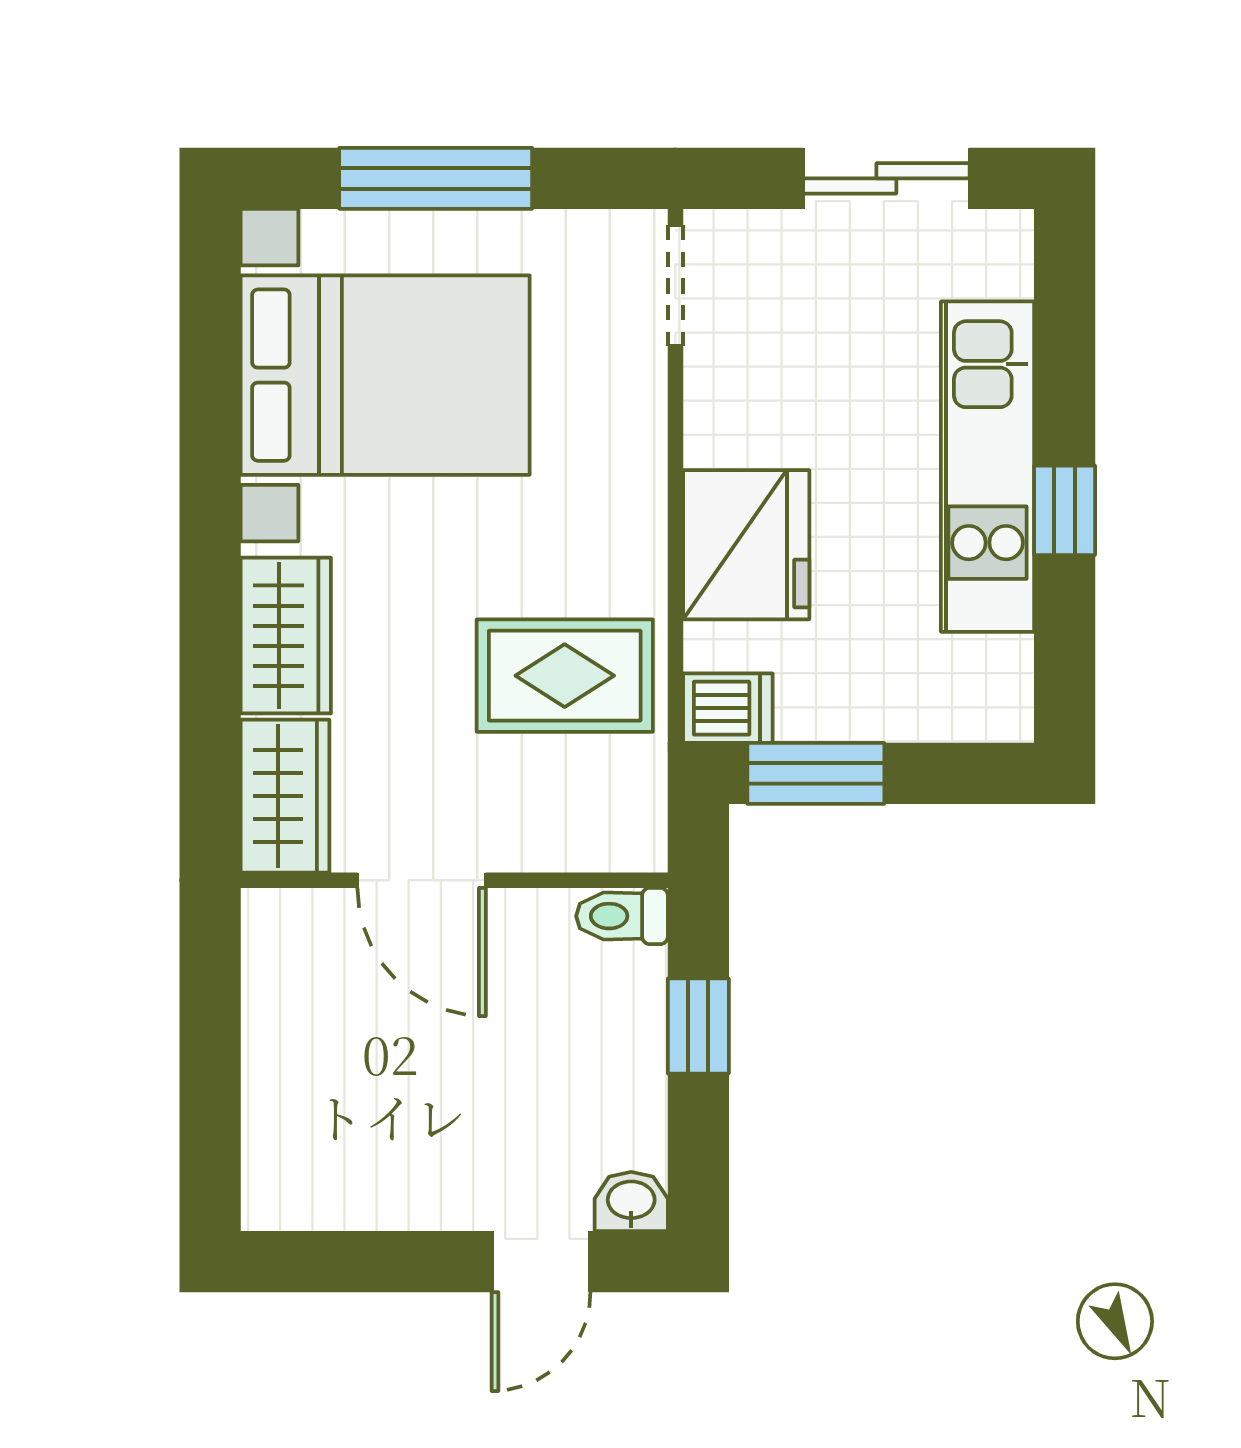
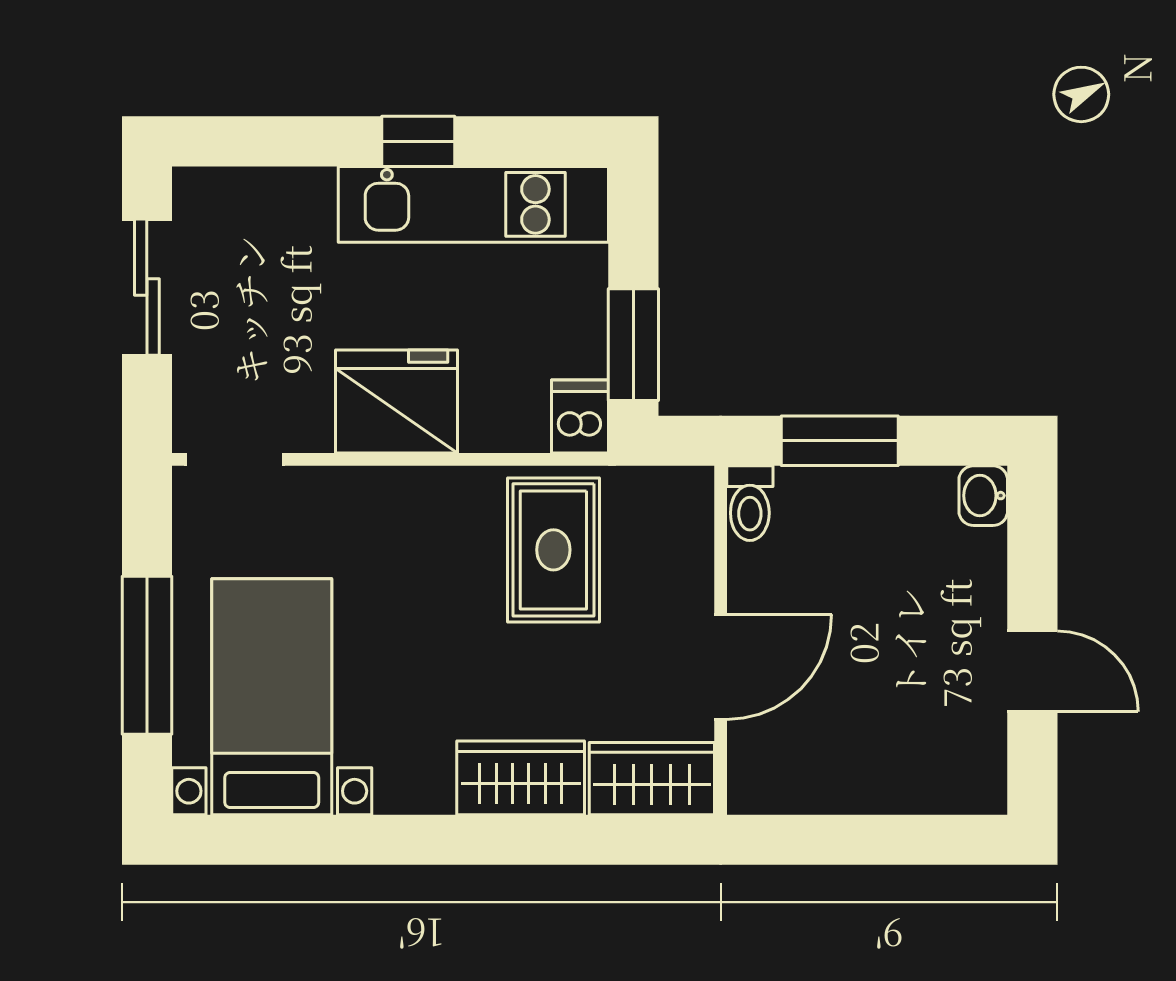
bed with nightstands: (385, 375) -> (272, 697), width x0.73
kitchen unit: (987, 467) -> (473, 204), moved
fridge: (746, 545) -> (396, 402), moved
window: (698, 1026) -> (840, 441), width x1.50
door: (541, 1262) -> (1032, 671), moved

